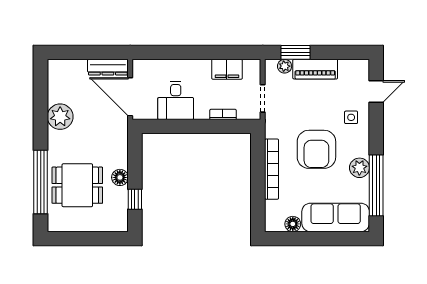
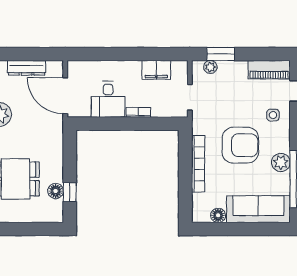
dresser: (108, 67) -> (27, 68), moved
piano: (315, 69) -> (269, 70), moved
bookcase: (223, 114) -> (138, 112), moved
armchair: (316, 149) -> (240, 145), turned -90
floor lamp: (120, 177) -> (56, 191), moved

